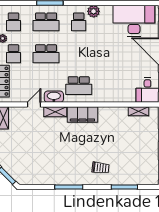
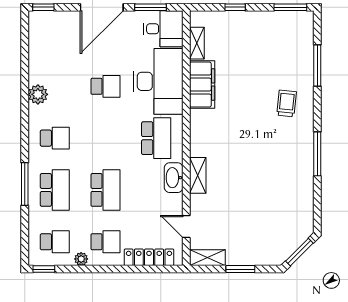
plant: (94, 11) -> (38, 94), moved
desk: (134, 21) -> (158, 81), moved, turned 180
school desk: (111, 54) -> (105, 86), added
door: (34, 105) -> (186, 226), moved
filing cabinet: (82, 115) -> (202, 85), moved

